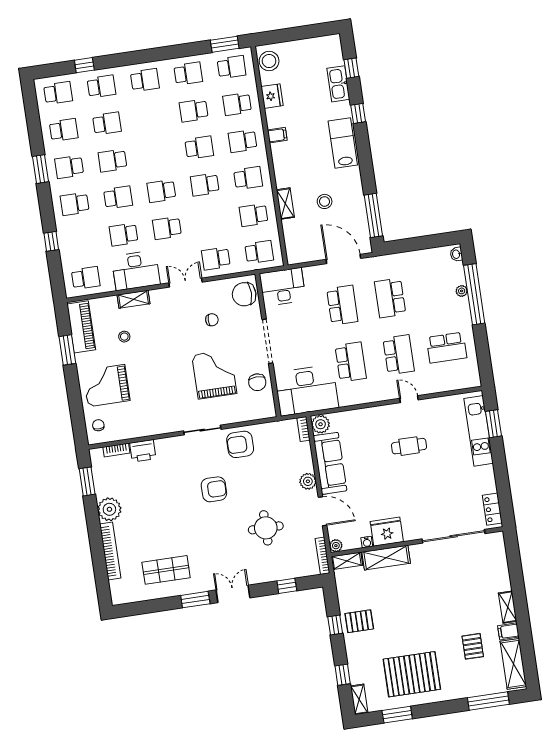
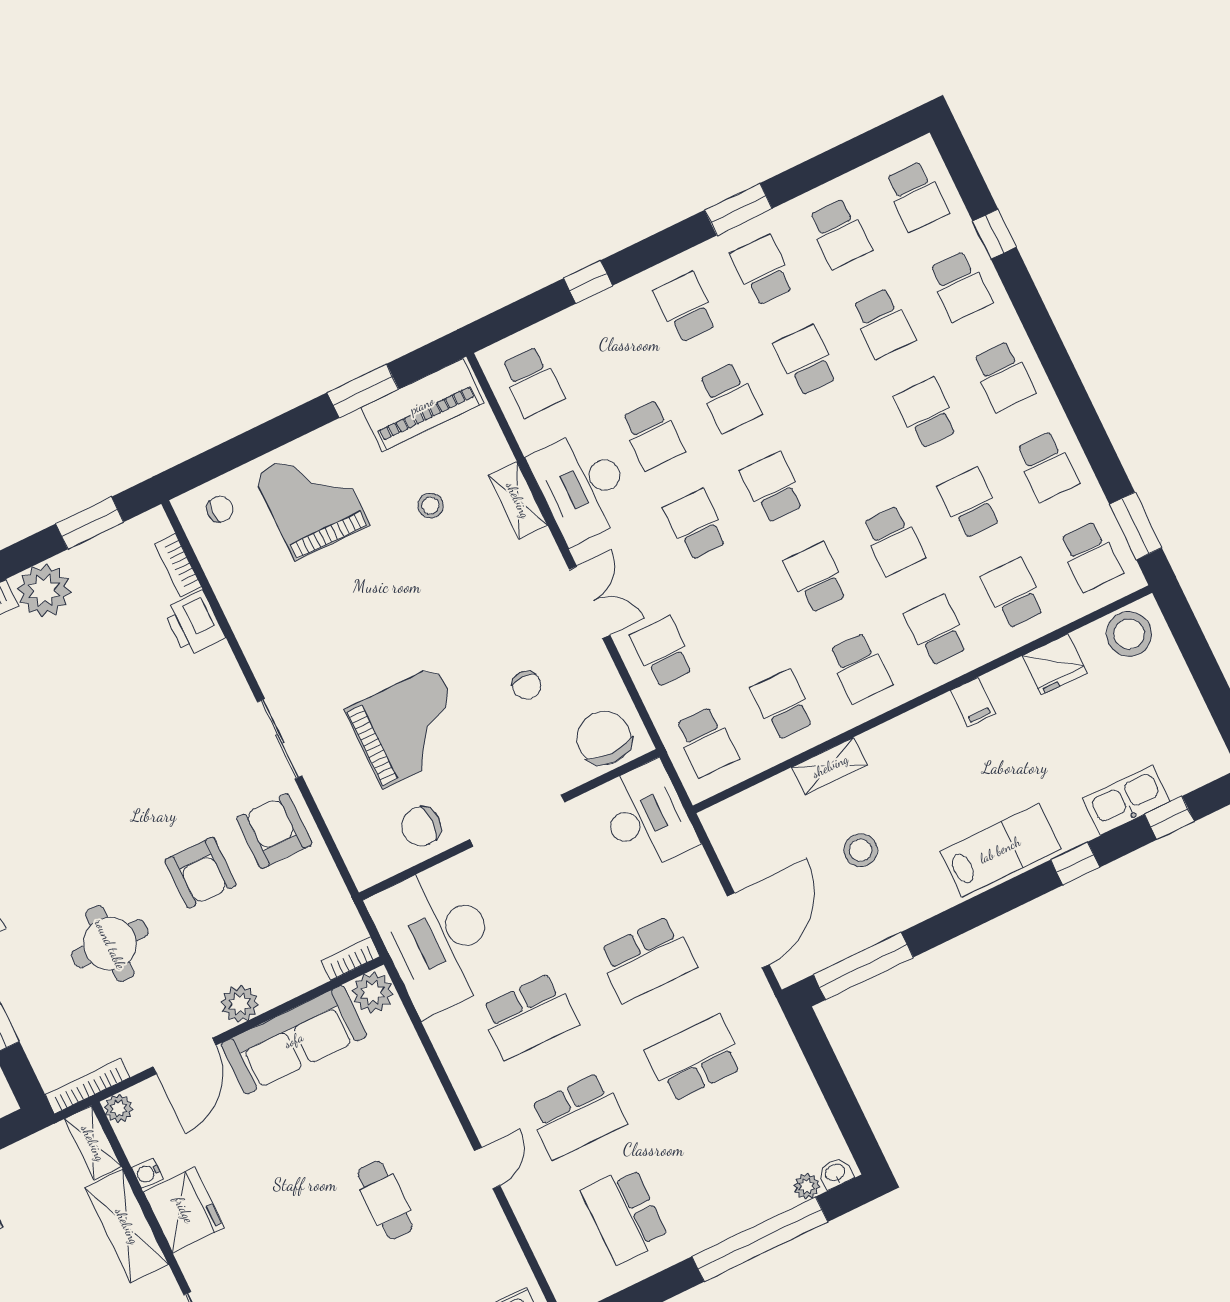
school desk: (150, 117) -> (926, 413), added
school desk: (124, 234) -> (652, 435), turned 180
plant: (462, 291) -> (807, 1186), moved
armchair: (214, 489) -> (201, 873), moved

